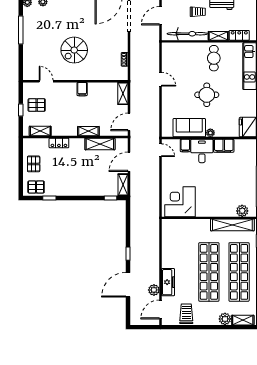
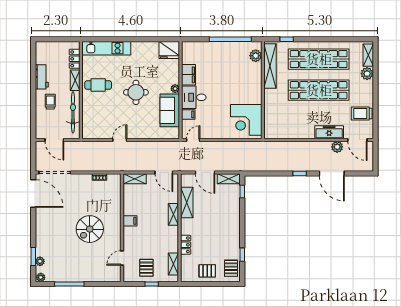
spiral stairs: (74, 50) -> (90, 229), turned 90

